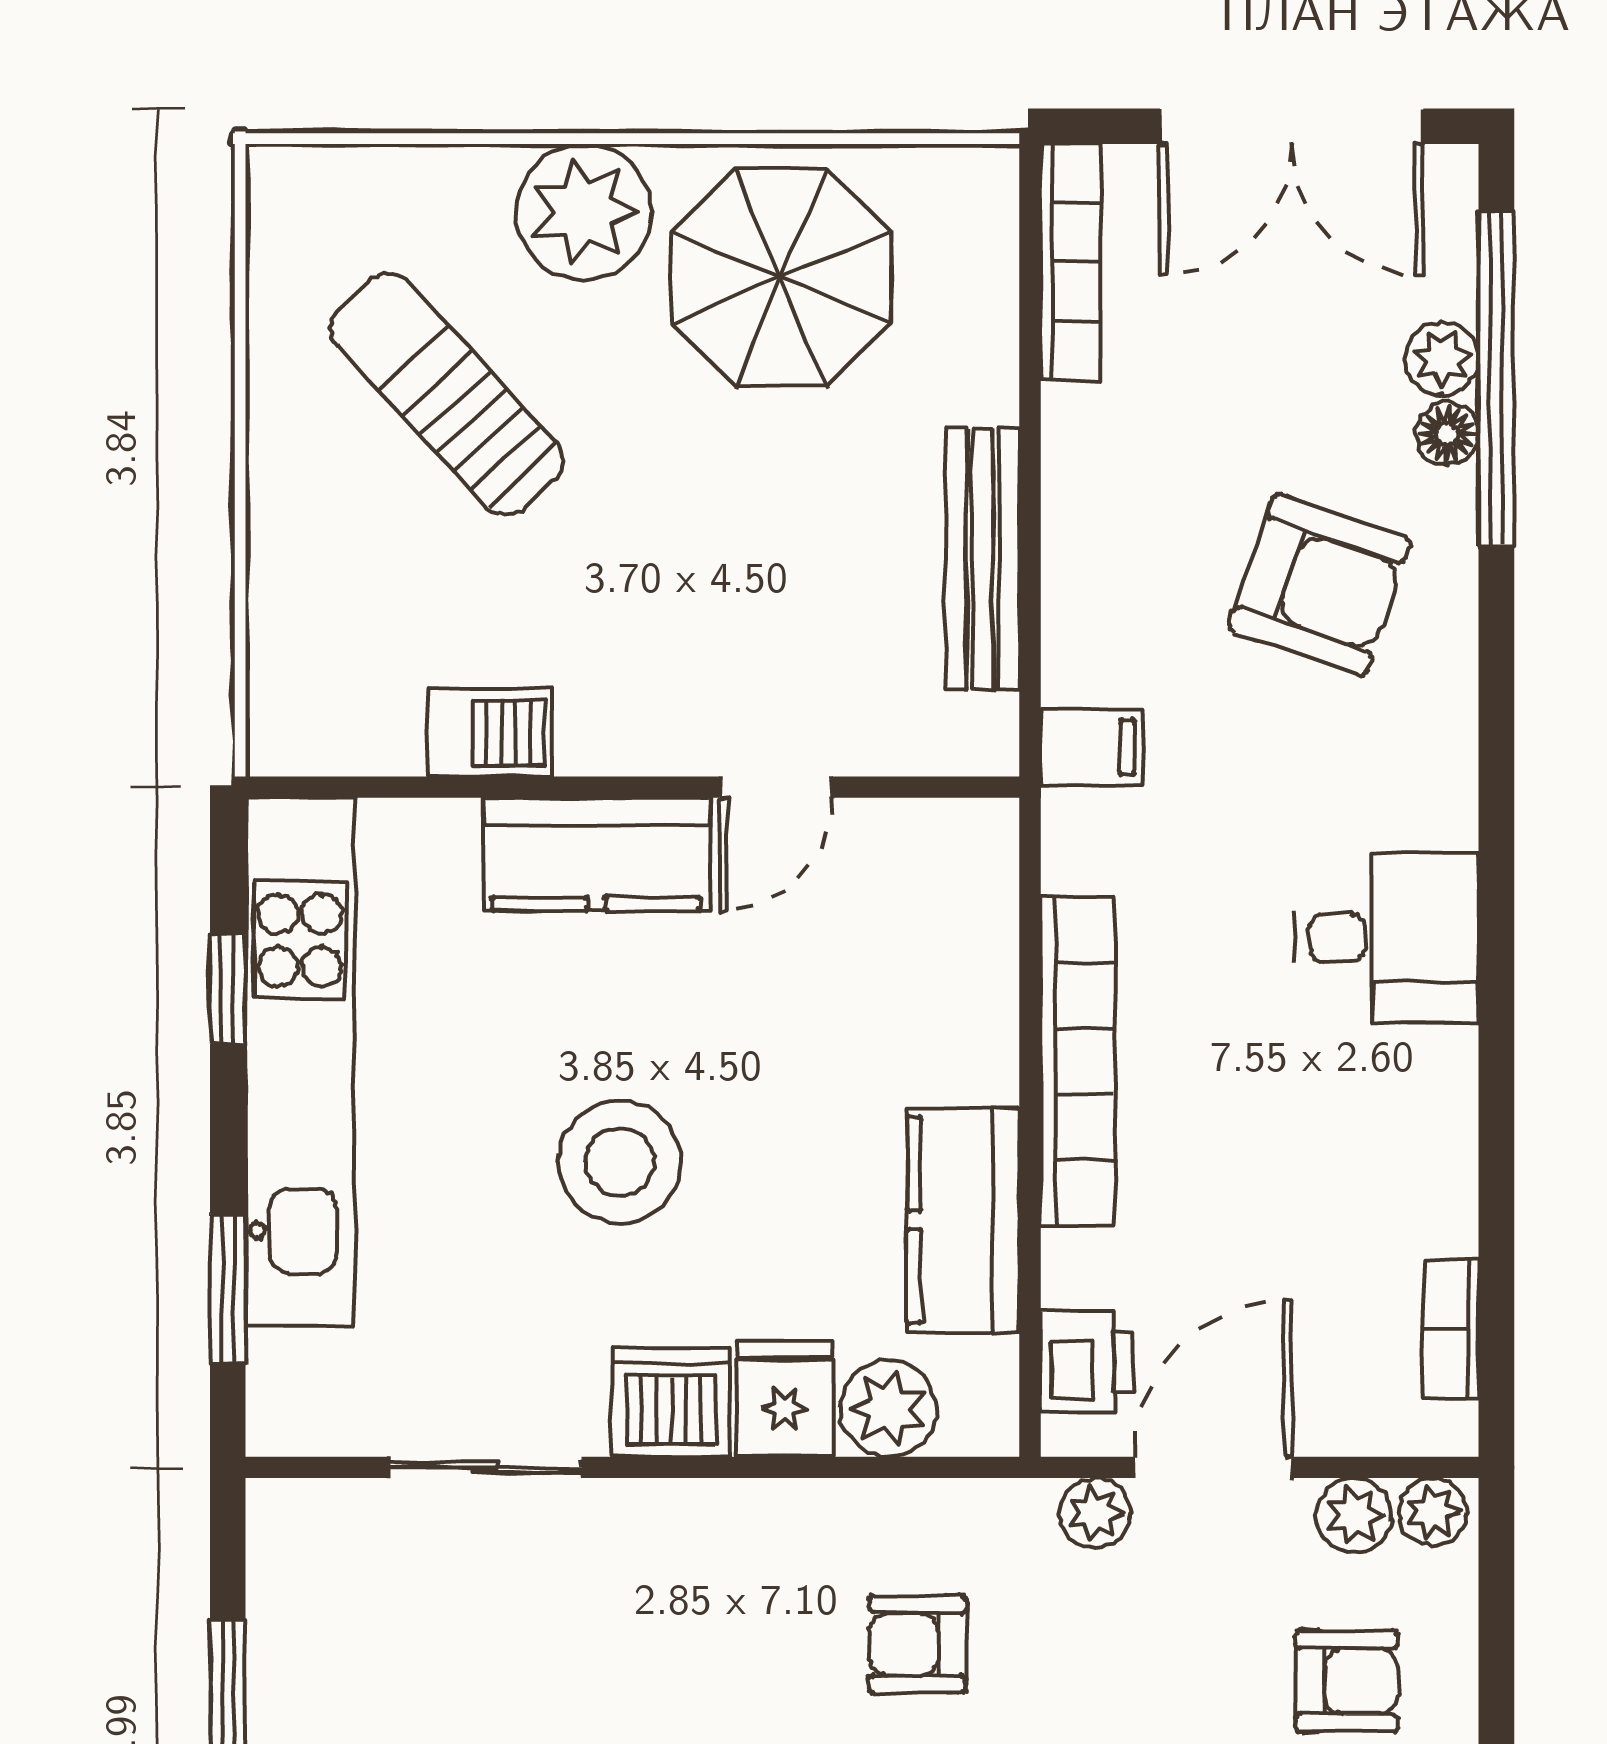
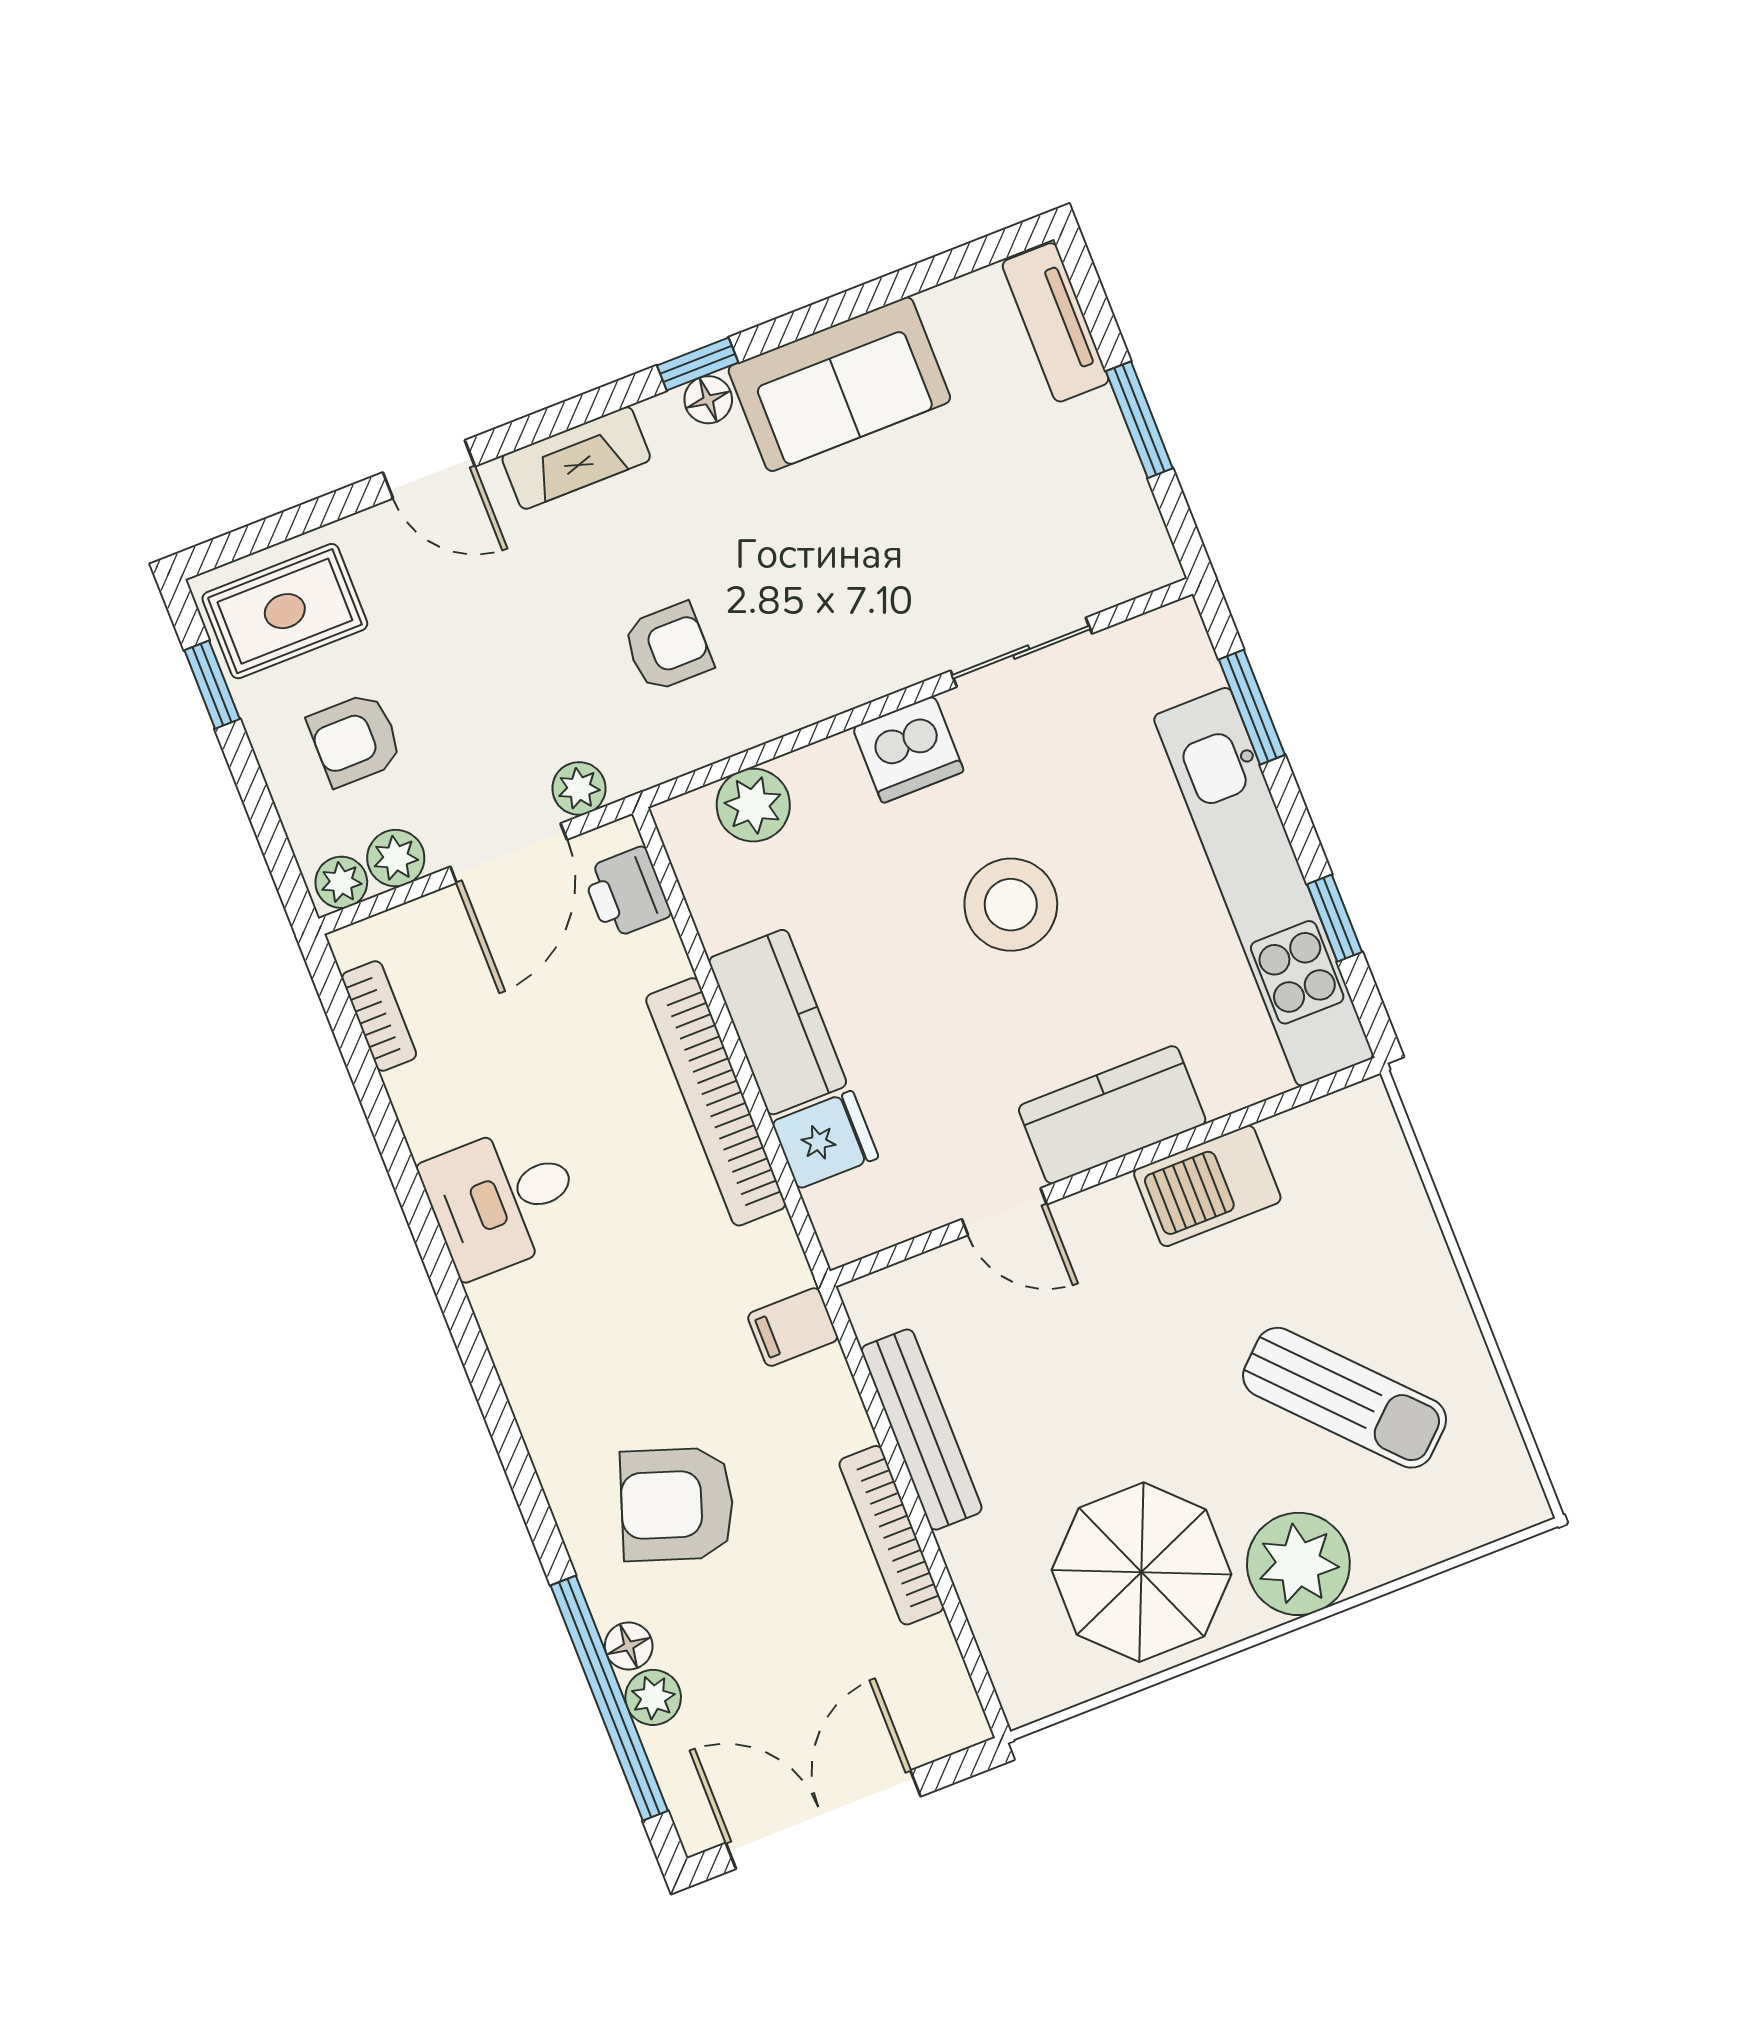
bookcase: (1071, 262) -> (891, 1535), moved
barbecue: (490, 733) -> (1207, 1186), width x1.38, depth x1.27
door: (776, 787) -> (1004, 1212), swing flipped
desk: (1387, 938) -> (503, 1200), moved
kitchen counter: (963, 1220) -> (778, 1022), moved
fridge: (785, 1399) -> (825, 1140), moved, turned -90

